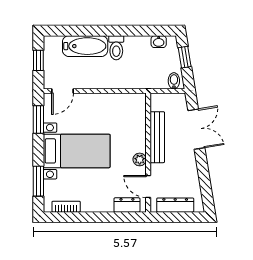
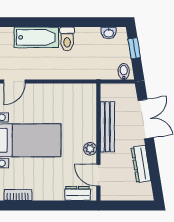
dresser: (175, 205) -> (141, 164), moved, turned -99

